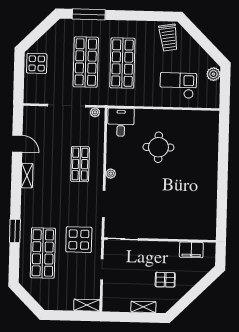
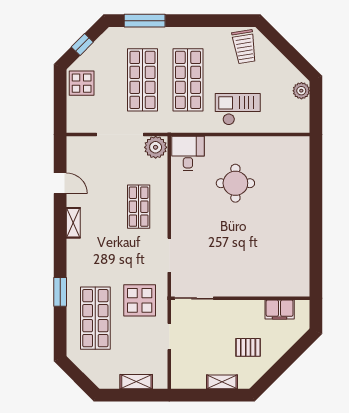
window: (38, 32) -> (82, 44), added
checkout: (178, 86) -> (238, 109), moved
plant: (95, 112) -> (156, 147), width x1.88, depth x1.88
plant: (111, 174) -> (177, 217), removed
shelving: (87, 305) -> (136, 382), moved

